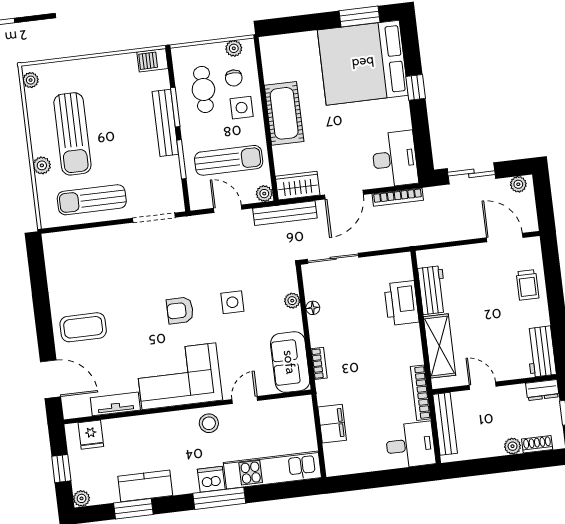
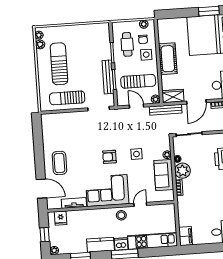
barbecue: (152, 60) -> (102, 28), removed
bench: (165, 123) -> (108, 77), moved
sun lounger: (72, 134) -> (59, 64), turned 180
plant: (42, 165) -> (40, 44), moved
coffee table: (83, 327) -> (59, 163), turned 90
plant: (324, 330) -> (183, 171), added
sofa: (290, 362) -> (164, 175), moved
filing cabinet: (332, 424) -> (186, 236), moved
kitchen counter: (145, 486) -> (100, 245), moved

